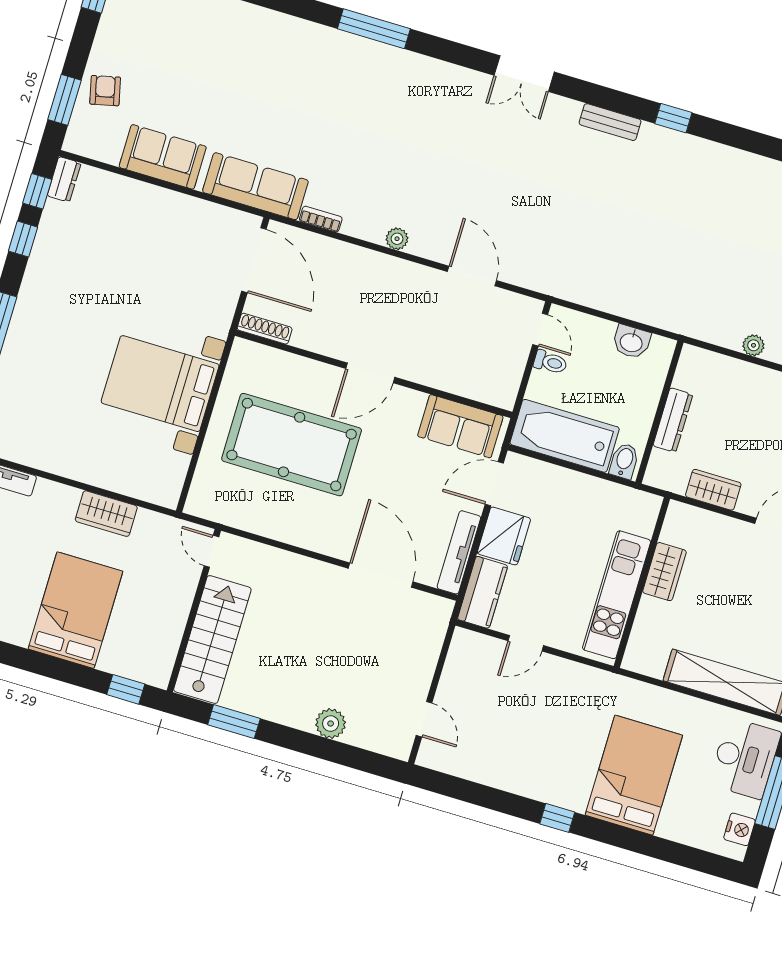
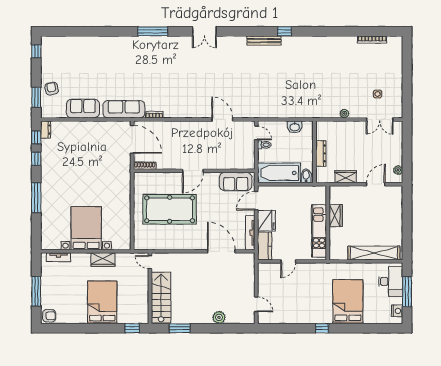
double door: (524, 74) -> (204, 31), moved
bench: (610, 122) -> (264, 41), width x1.36
plant: (397, 239) -> (187, 113), removed
bed with nightstands: (160, 384) -> (86, 228), moved, turned 90

